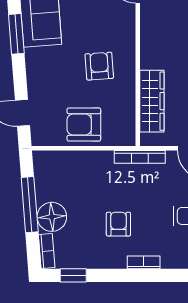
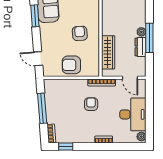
floor lamp: (52, 217) -> (54, 115), removed
armchair: (118, 224) -> (91, 104), moved

